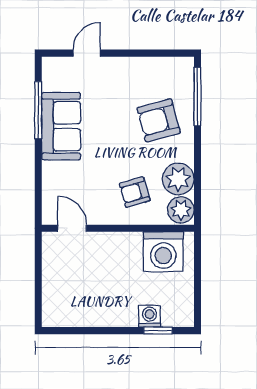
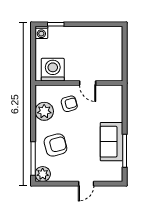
door: (87, 53) -> (86, 184), moved
plant: (181, 210) -> (43, 174), moved
door: (72, 228) -> (88, 83), moved
washing machine: (150, 316) -> (41, 32), moved

